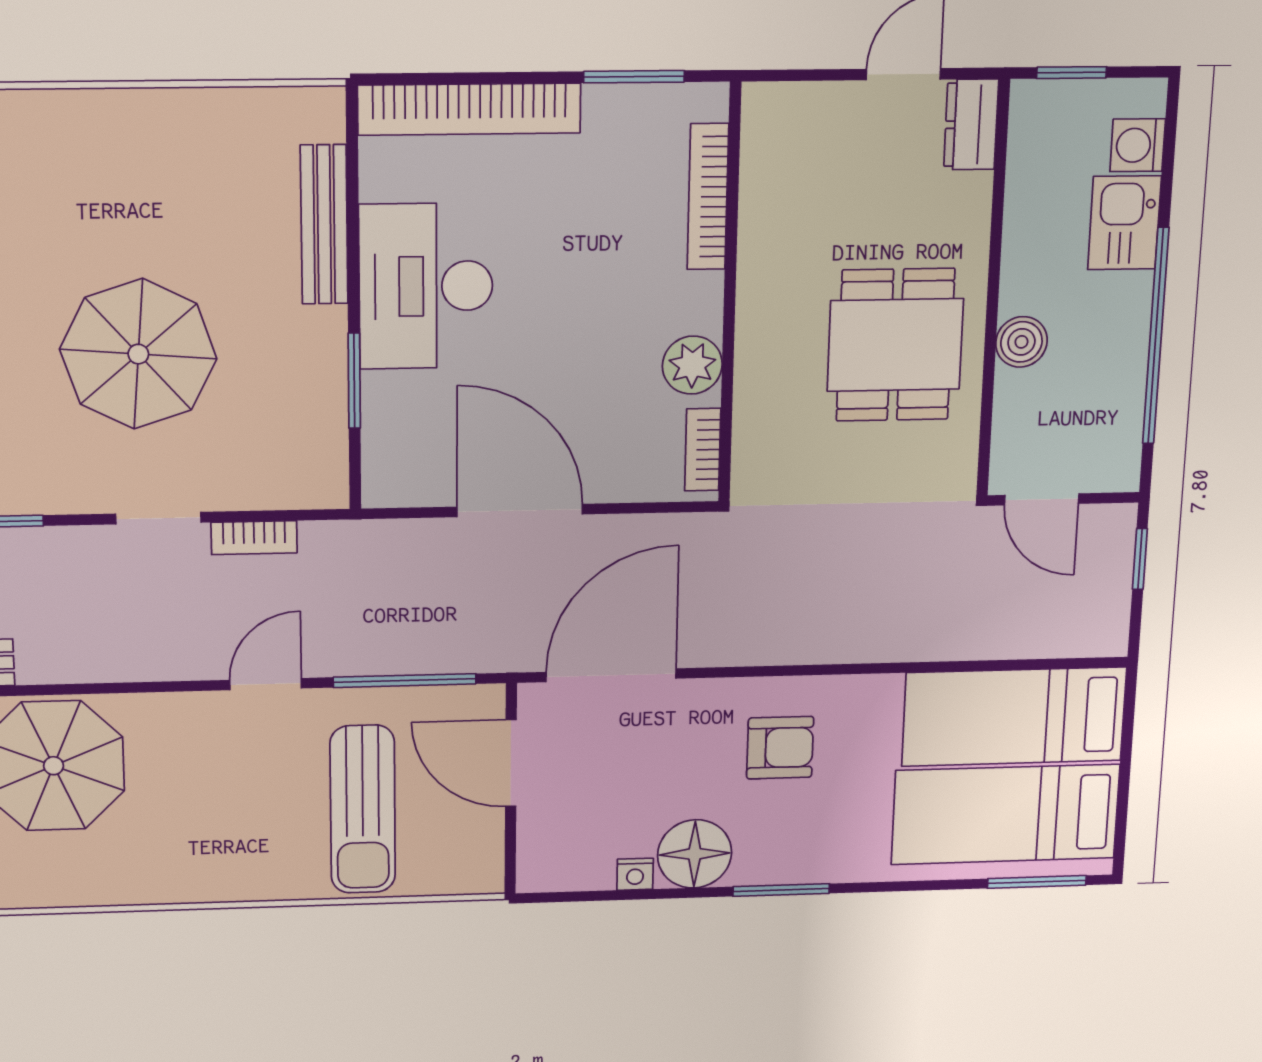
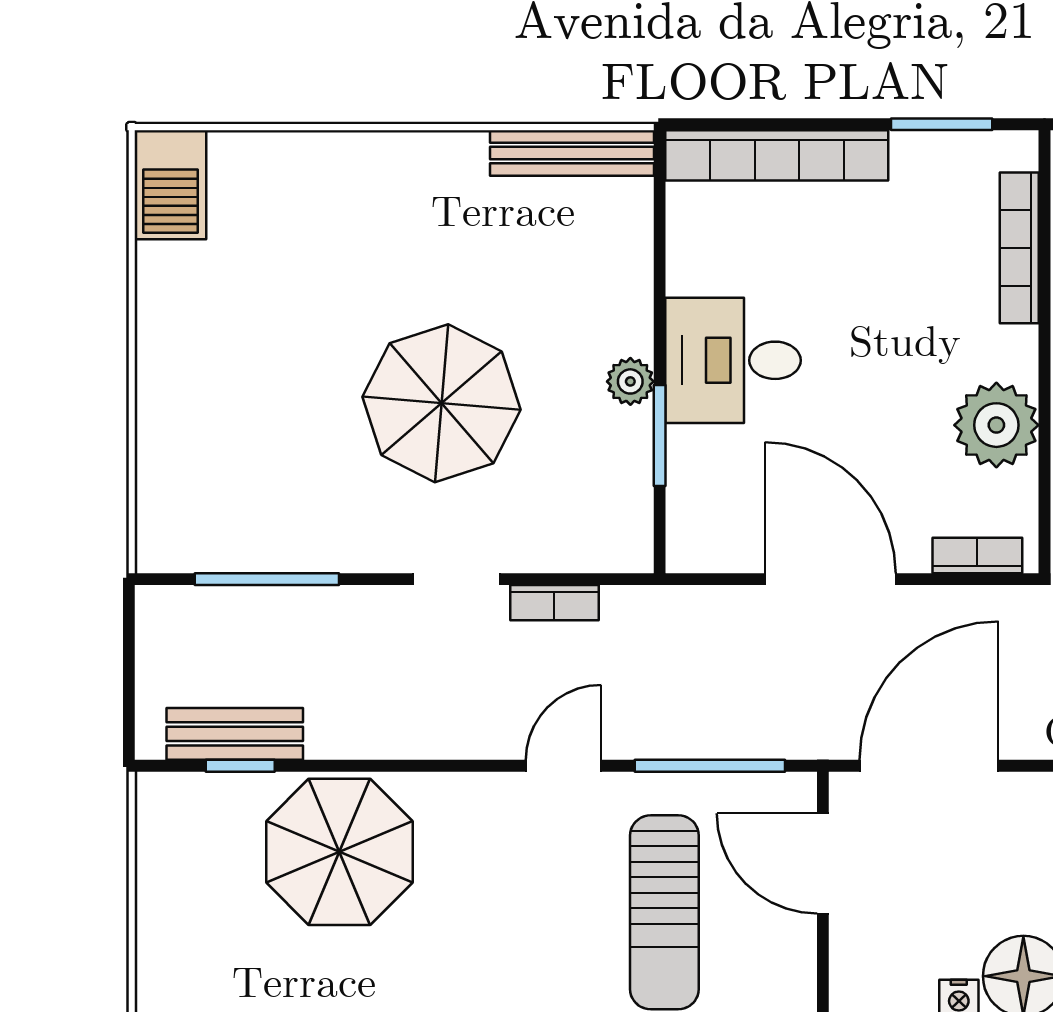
bench: (324, 225) -> (572, 153), moved, turned 90
desk: (426, 286) -> (733, 360), width x0.73
plant: (325, 330) -> (630, 381), added
plant: (692, 365) -> (996, 425), width x1.36, depth x1.36
bookcase: (703, 450) -> (977, 555), moved, turned 90

